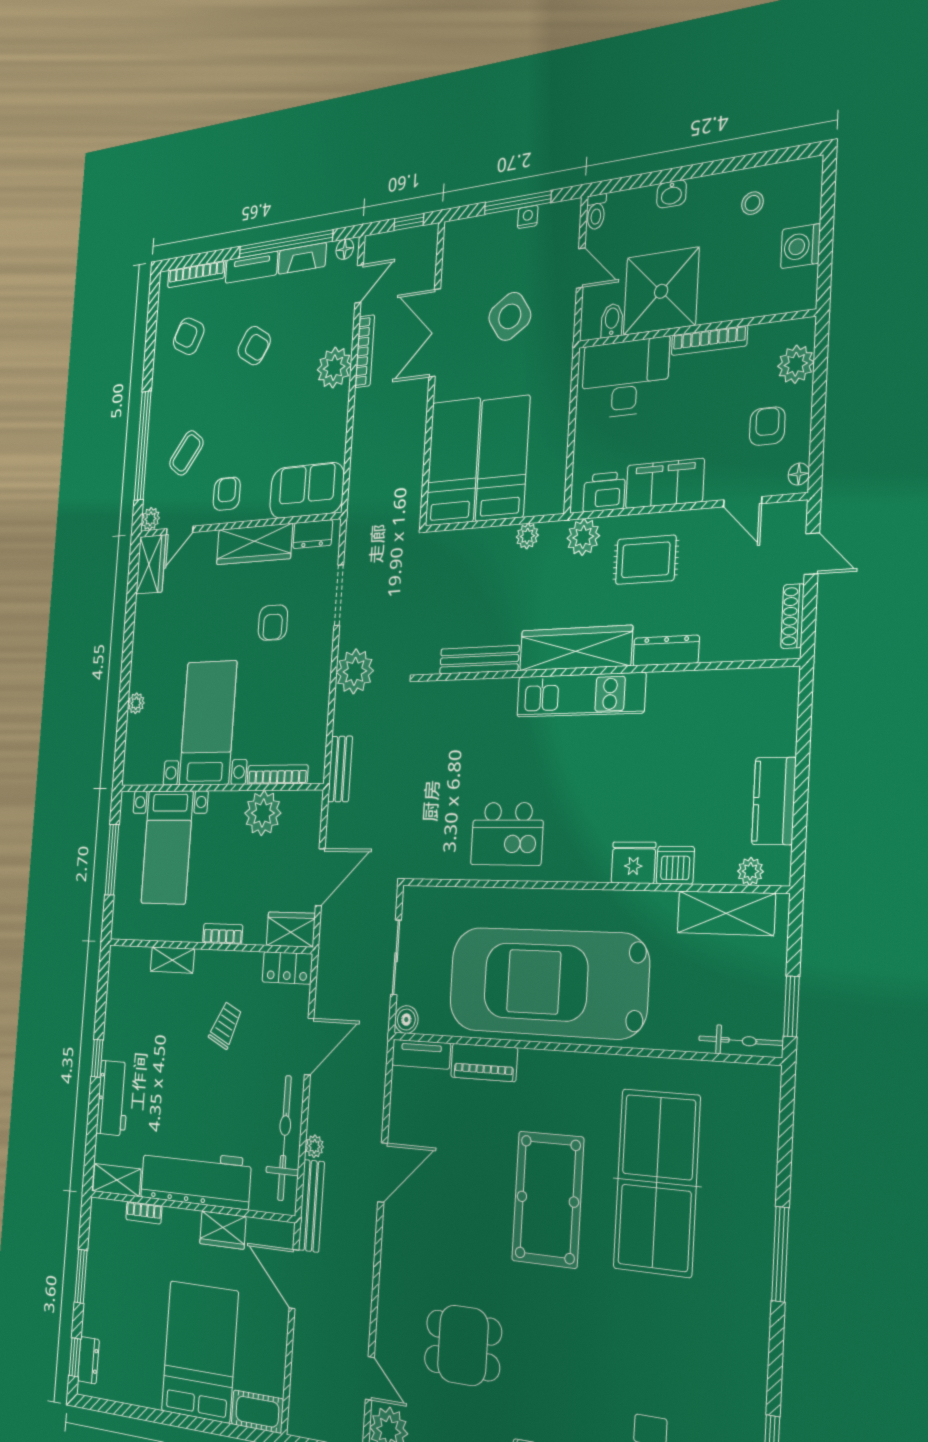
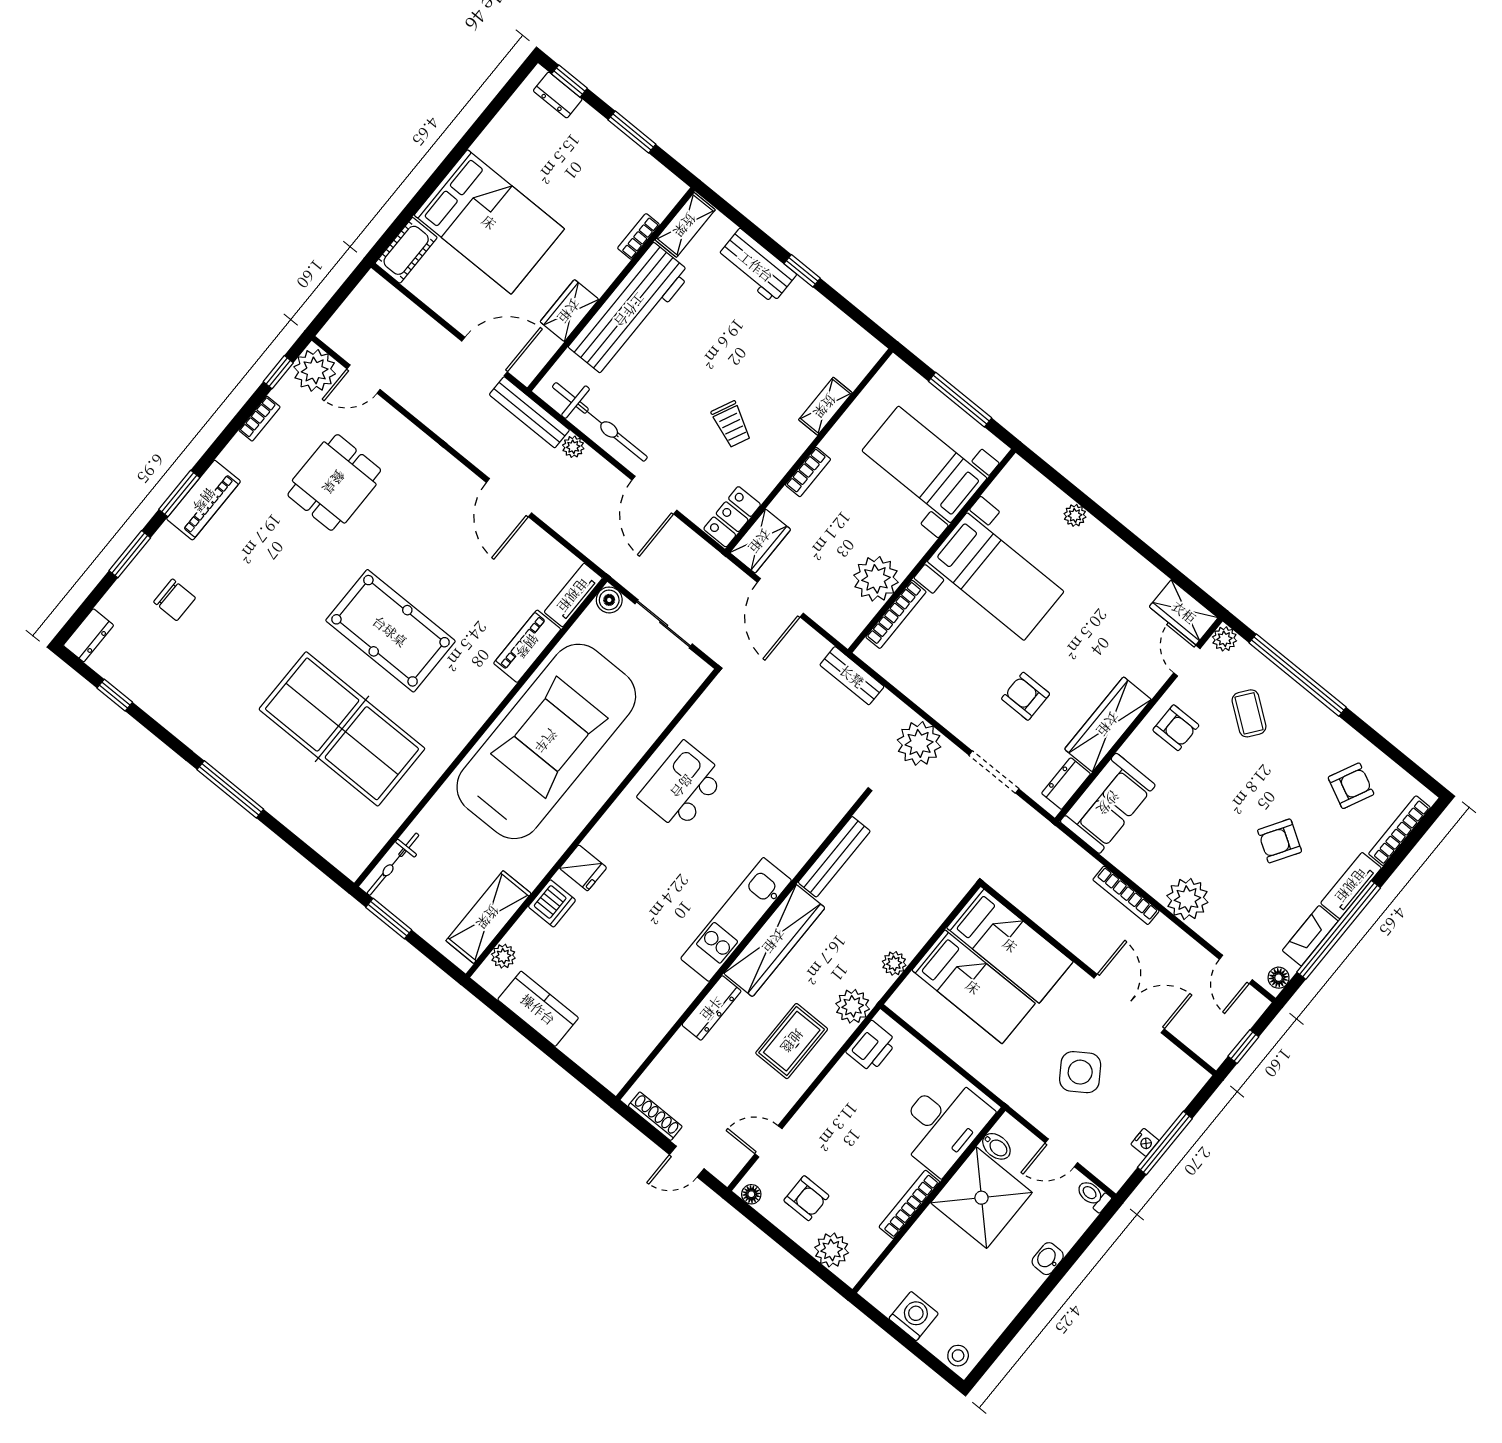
stool: (752, 203) -> (958, 1356), moved
bookcase: (365, 351) -> (1126, 895), moved
filing cabinet: (665, 483) -> (835, 1096), removed
fridge: (633, 863) -> (583, 868), width x0.72

